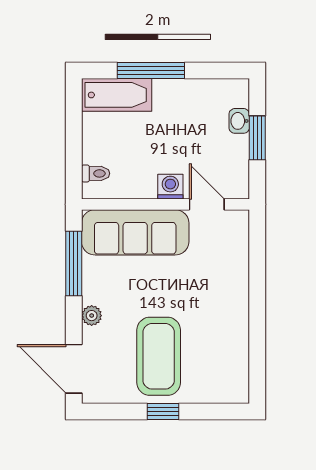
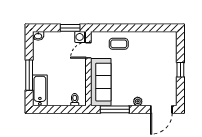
washbasin: (239, 121) -> (38, 36), moved
window: (257, 138) -> (70, 28), moved
washing machine: (170, 187) -> (81, 37), moved
coffee table: (159, 356) -> (119, 44), moved, width x0.54, depth x0.58

